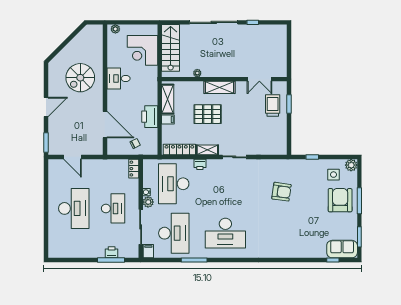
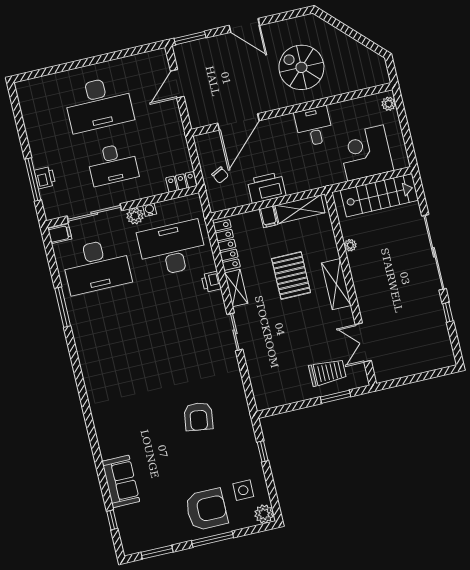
desk: (225, 233) -> (115, 345), removed
sofa: (342, 249) -> (121, 481), moved

